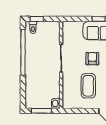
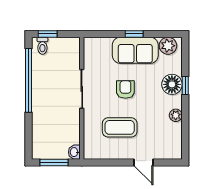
coffee table: (88, 86) -> (120, 127), turned 90

